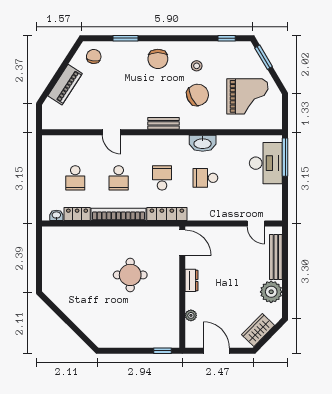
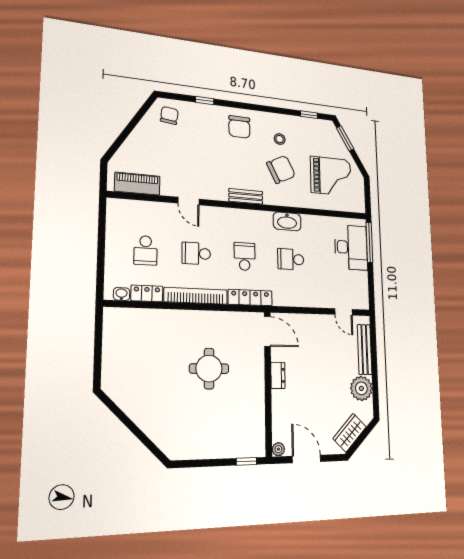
window: (125, 38) -> (205, 101), width x0.67
piano: (65, 85) -> (137, 184), moved, turned -123
school desk: (119, 178) -> (196, 253), turned 90
plant: (191, 315) -> (278, 449), moved

